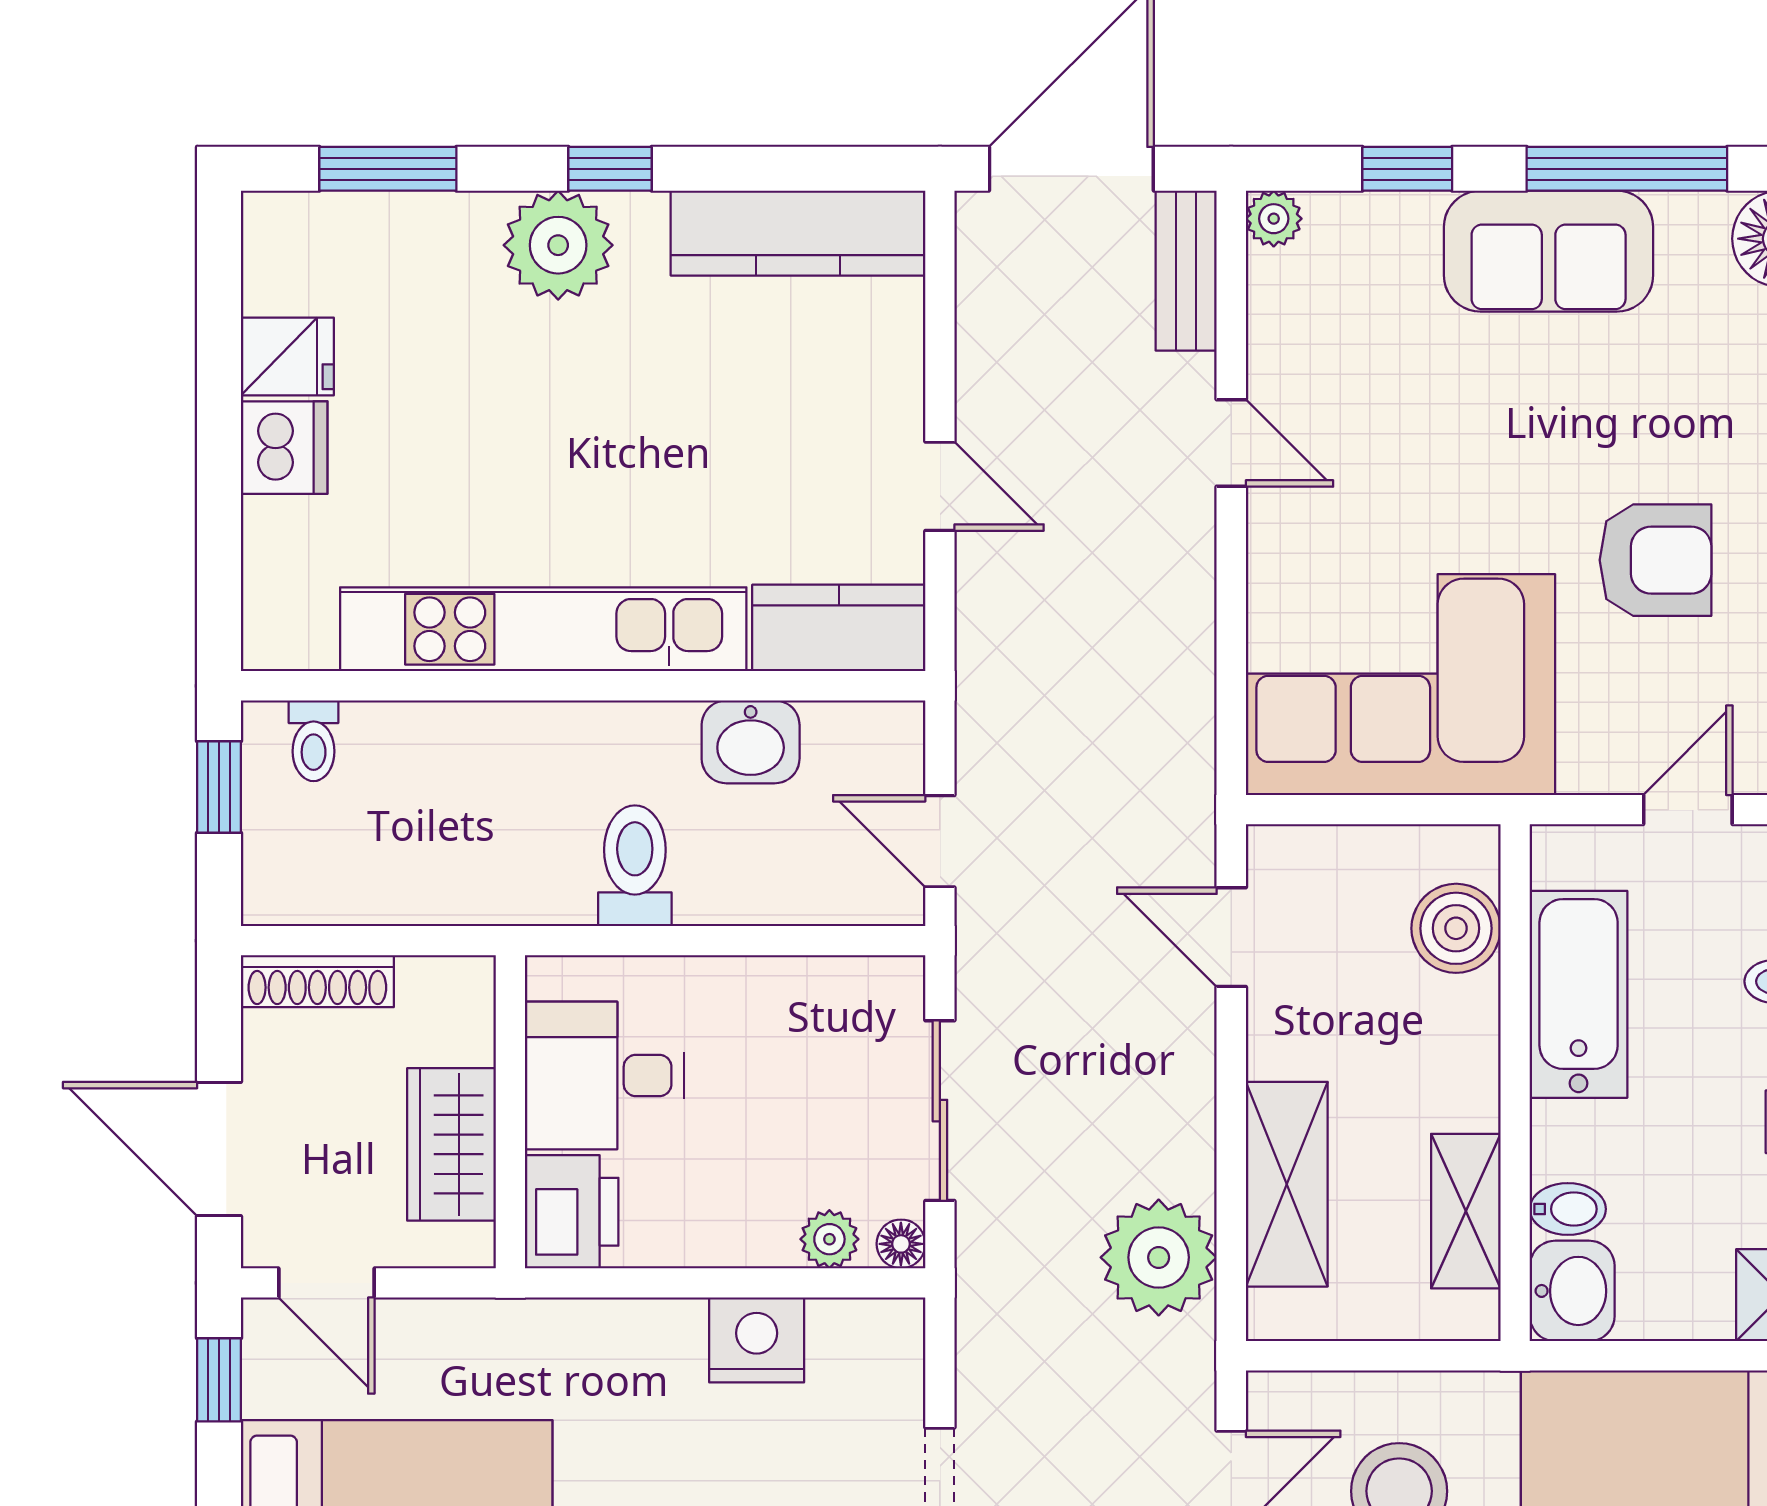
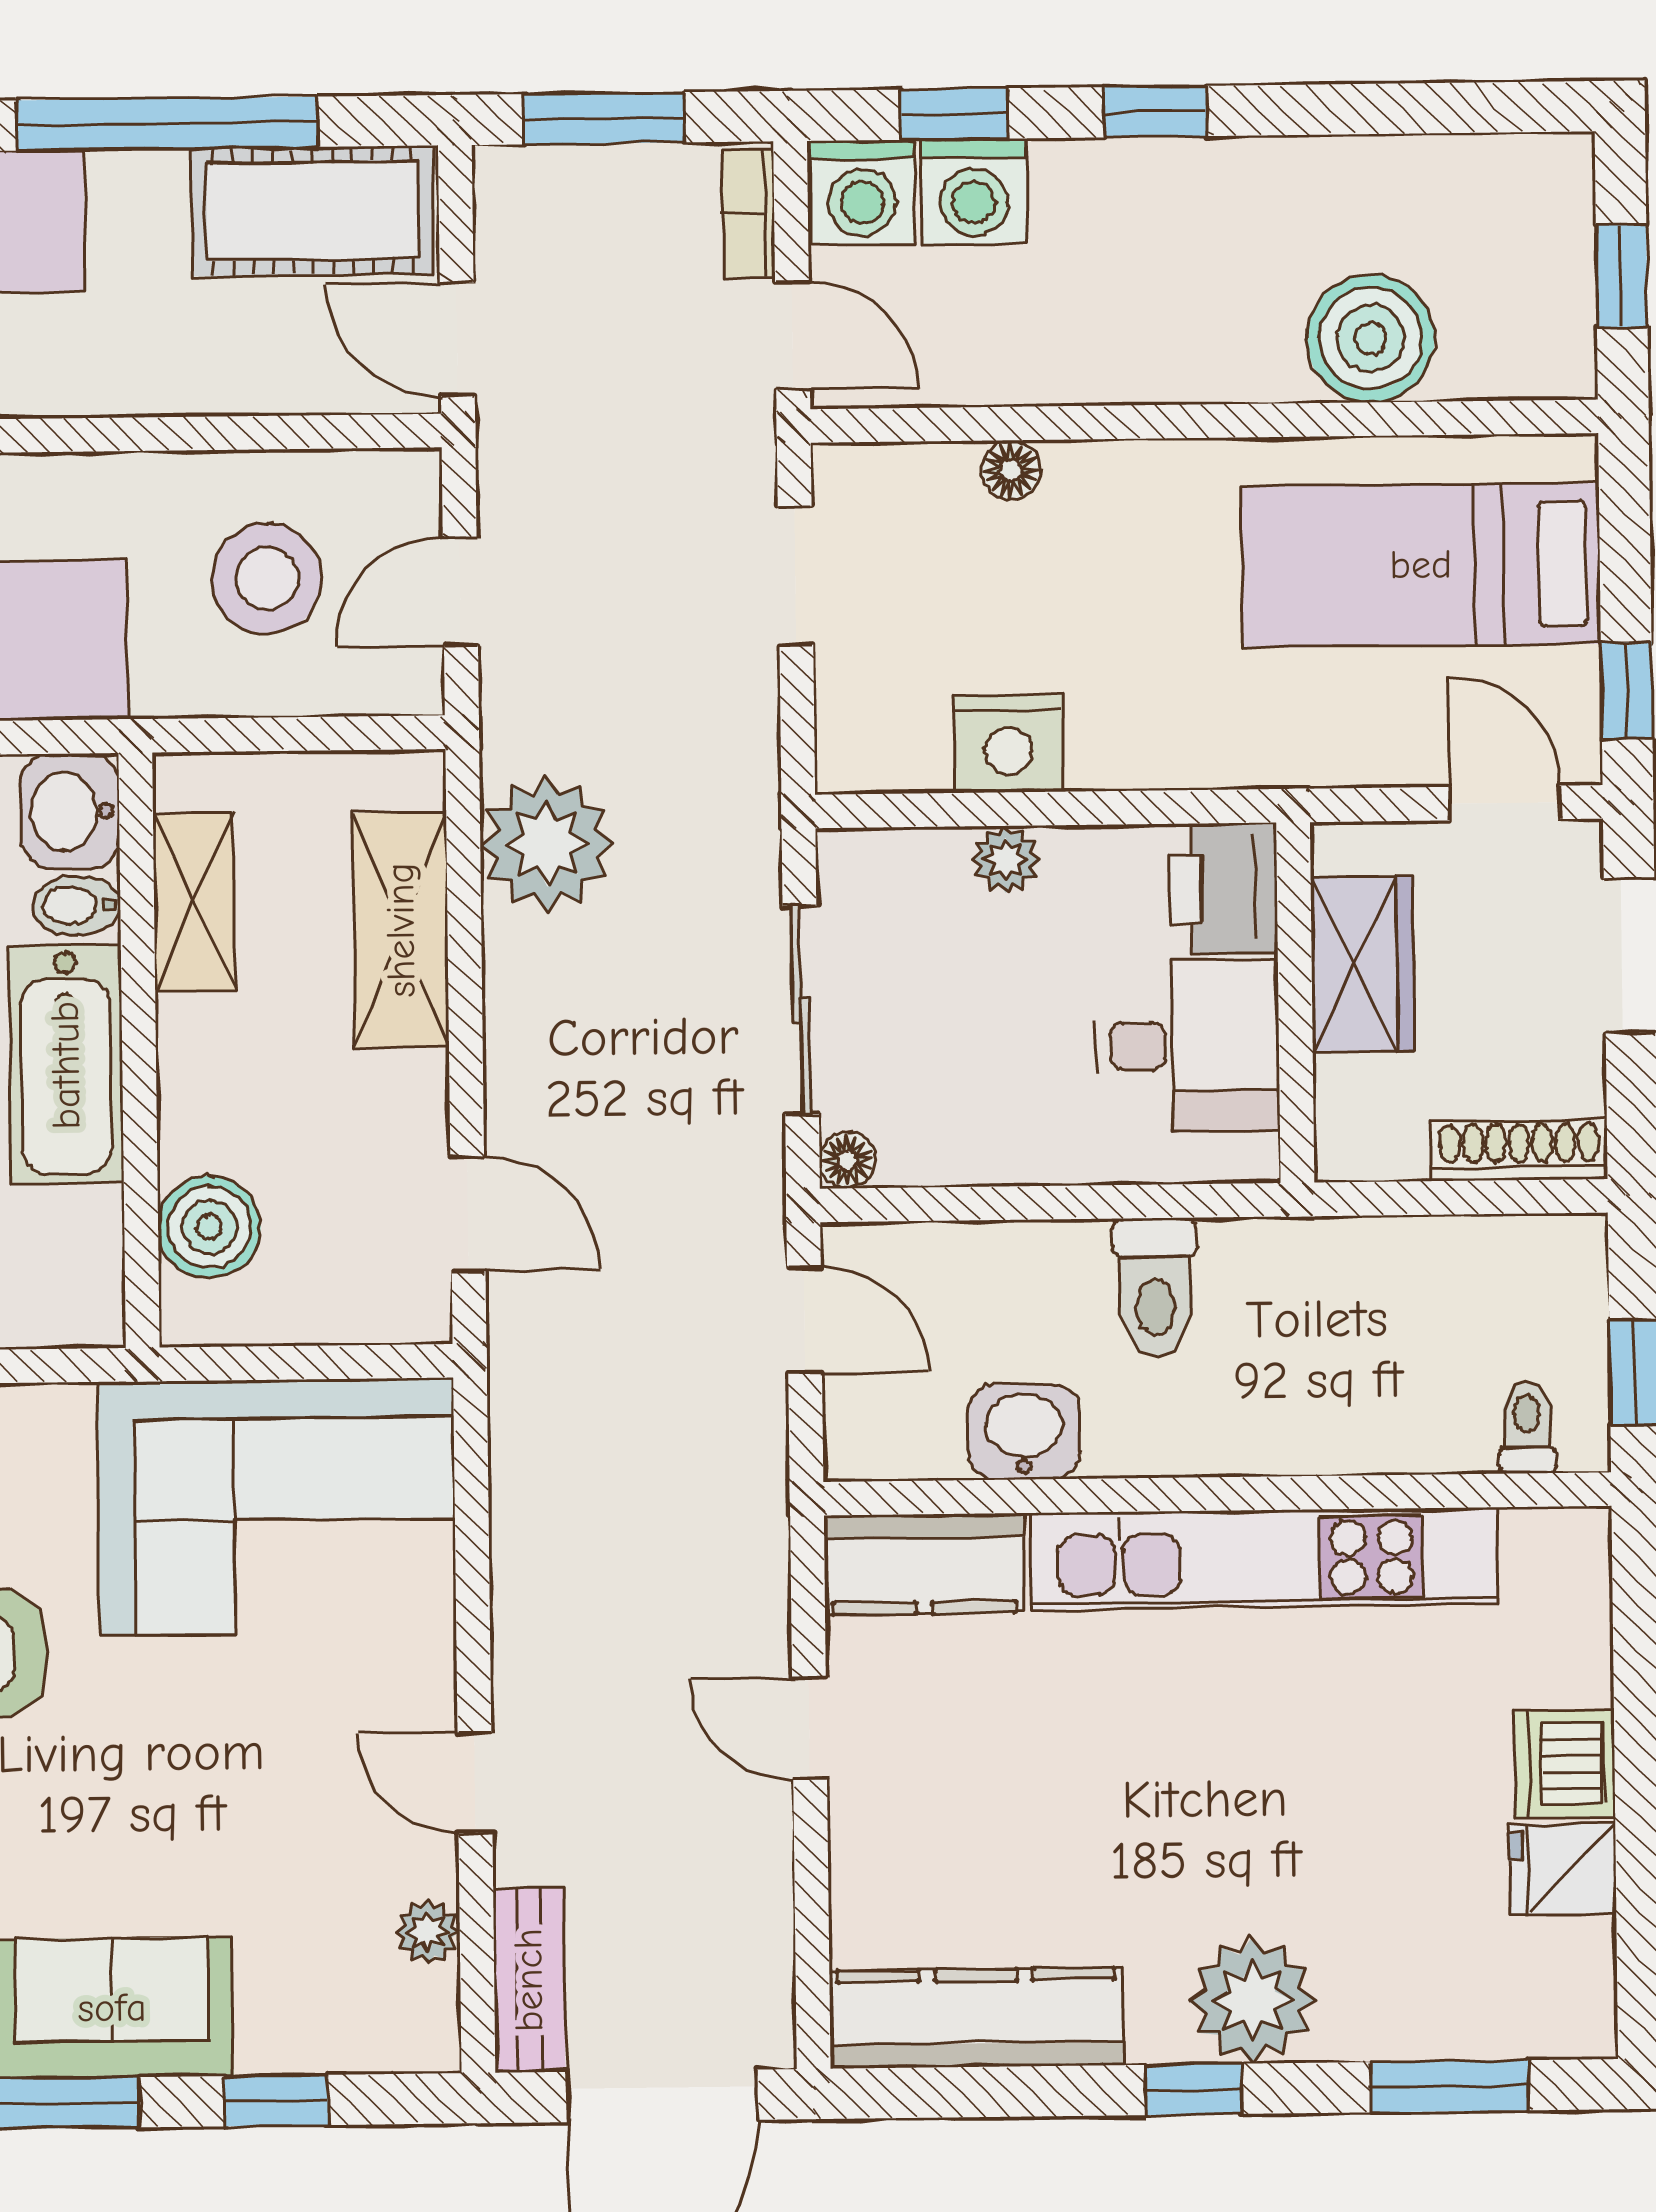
plant: (1274, 219) -> (428, 1932), moved
bathtub: (1579, 994) -> (66, 1065), moved
plant: (829, 1239) -> (1006, 859), moved
floor lamp: (901, 1244) -> (847, 1160), moved

